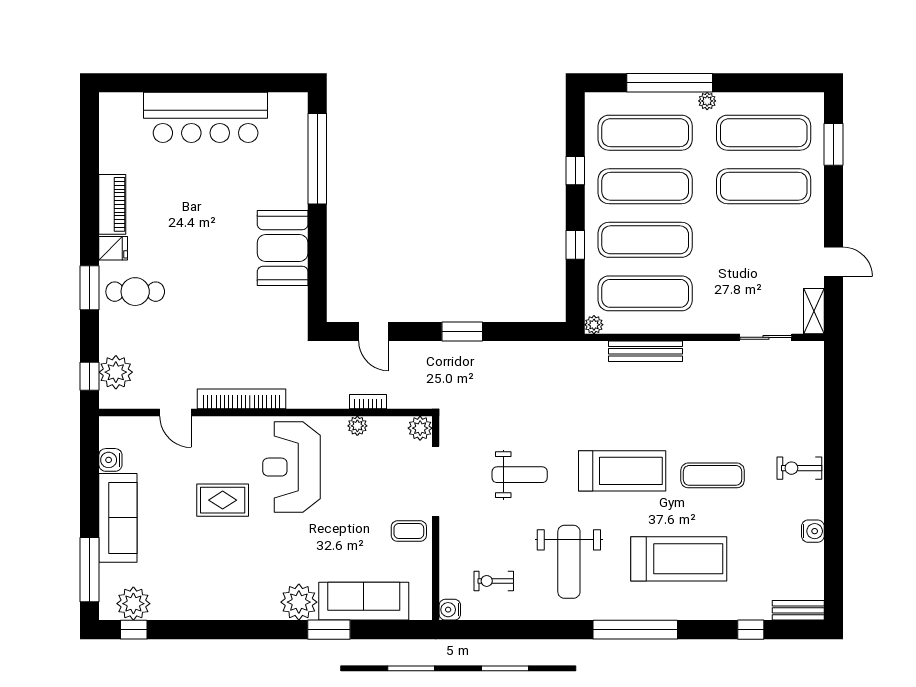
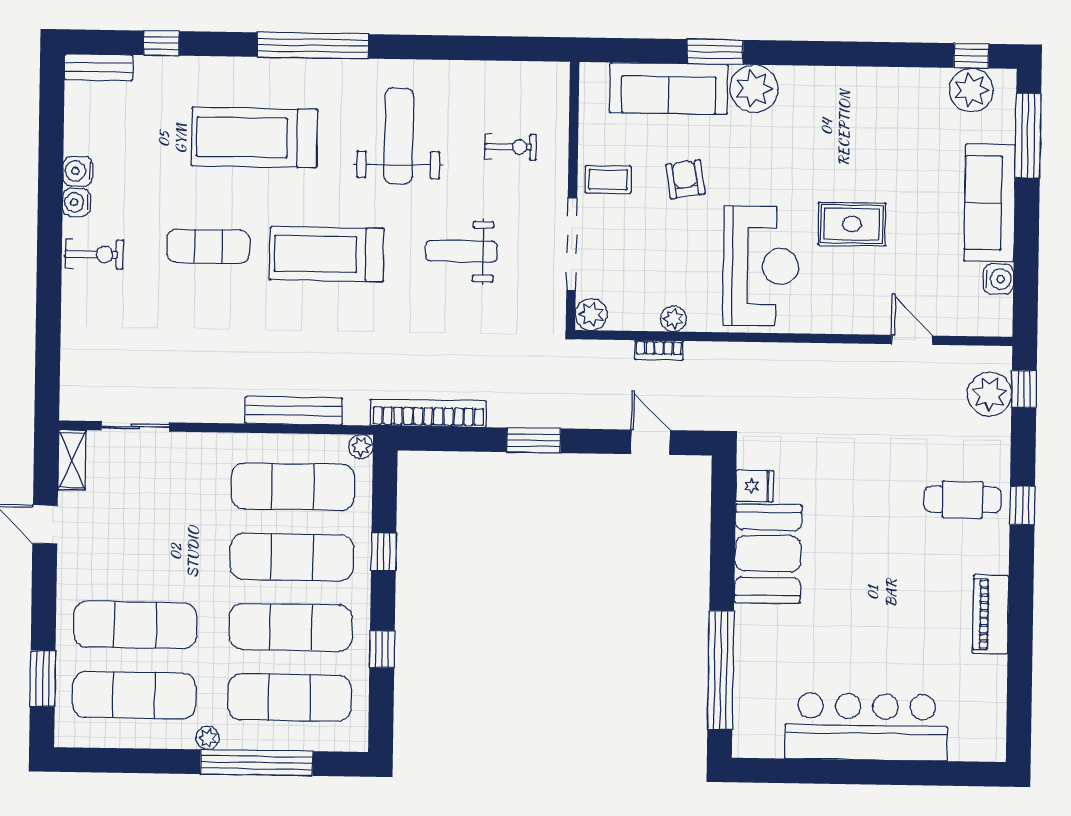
fridge: (113, 248) -> (755, 486), moved, turned 180
window: (90, 288) -> (1022, 505), width x0.67
bookcase: (241, 399) -> (428, 413), moved, turned 180
armchair: (350, 532) -> (685, 179), added
exercise bike: (494, 581) -> (510, 147), moved
water cooler: (450, 610) -> (76, 202), moved, turned 180

